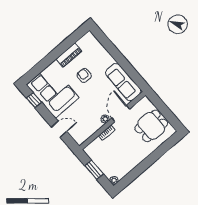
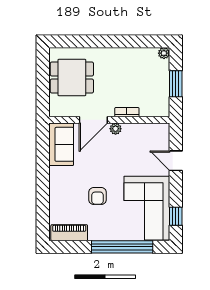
piano: (69, 55) -> (69, 233), moved
window: (48, 60) -> (122, 247), added
sofa: (123, 82) -> (61, 144), width x0.73

